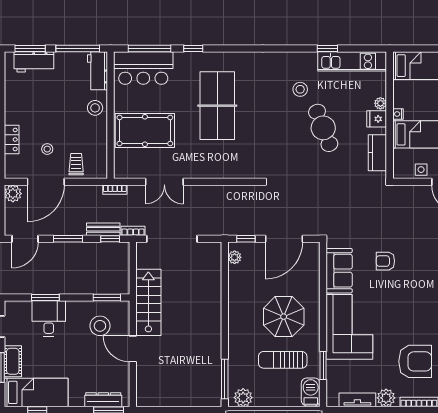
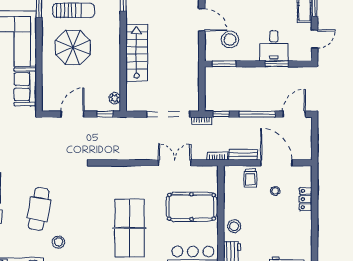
cafe table: (323, 128) -> (39, 209), turned 31
door: (46, 182) -> (276, 163), hinge flipped
plant: (13, 194) -> (304, 153), removed
bench: (103, 229) -> (243, 155), moved
window: (68, 239) -> (257, 114), width x1.44
door: (284, 239) -> (72, 114), width x0.73
stairs: (148, 302) -> (137, 53), moved, turned 180

